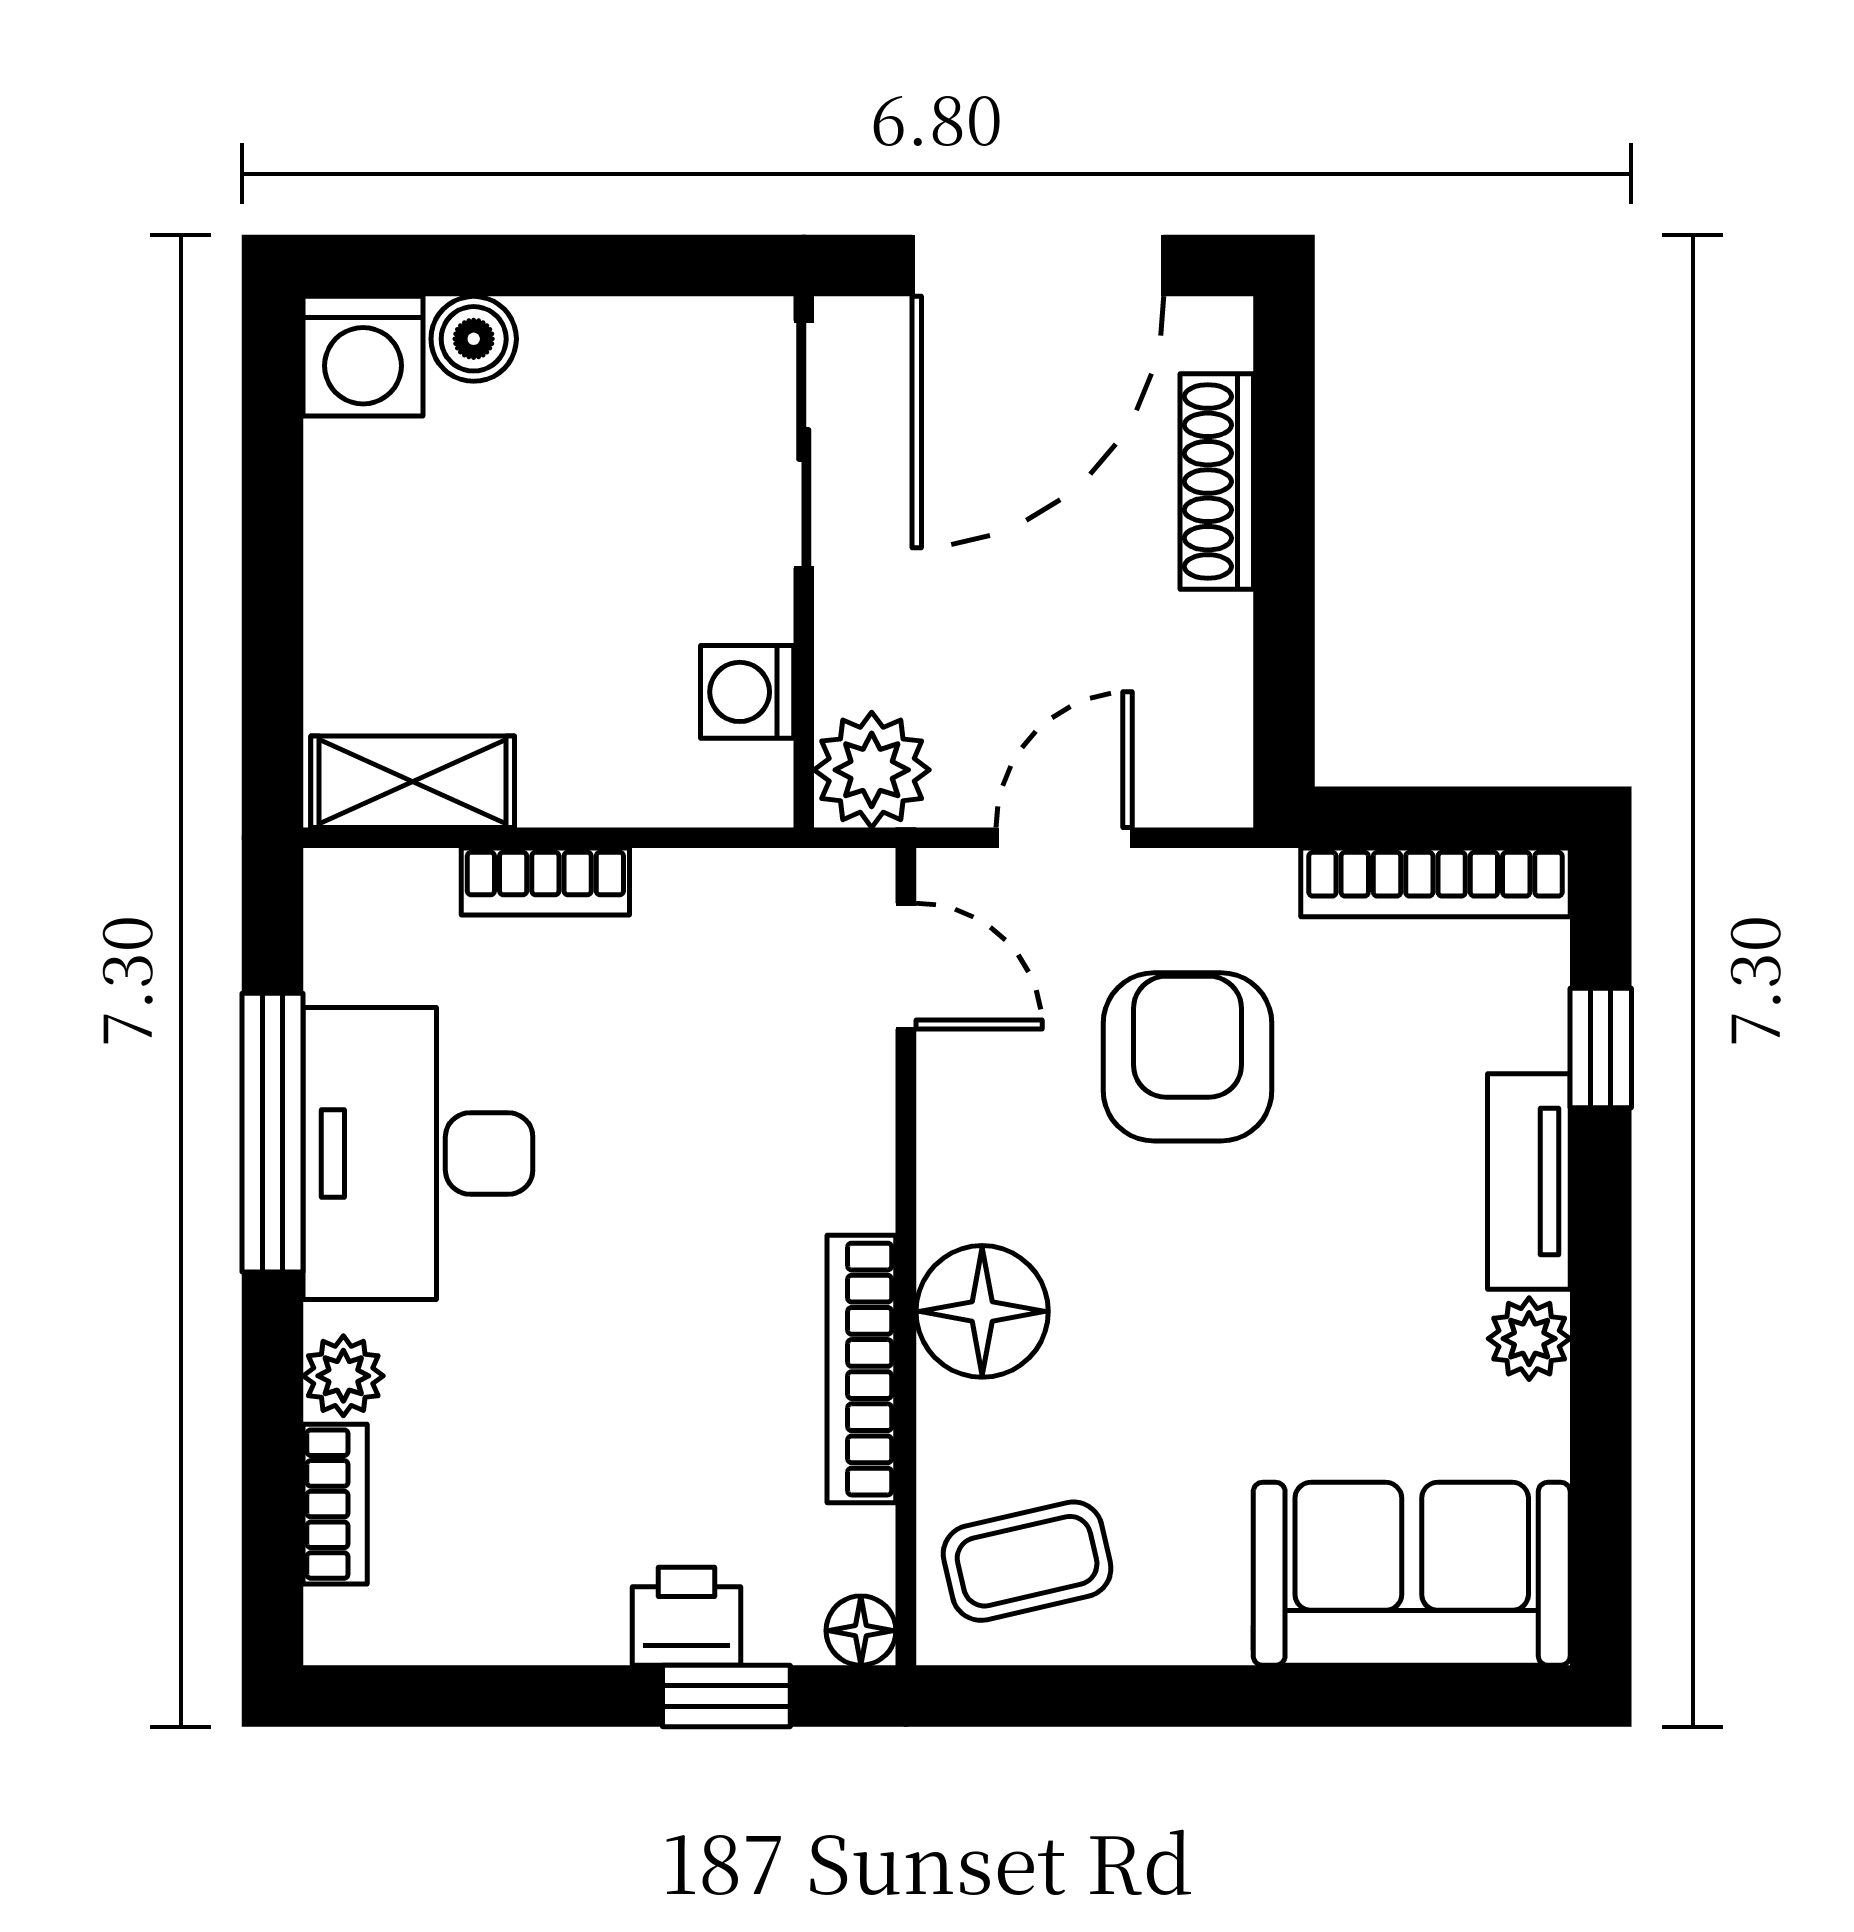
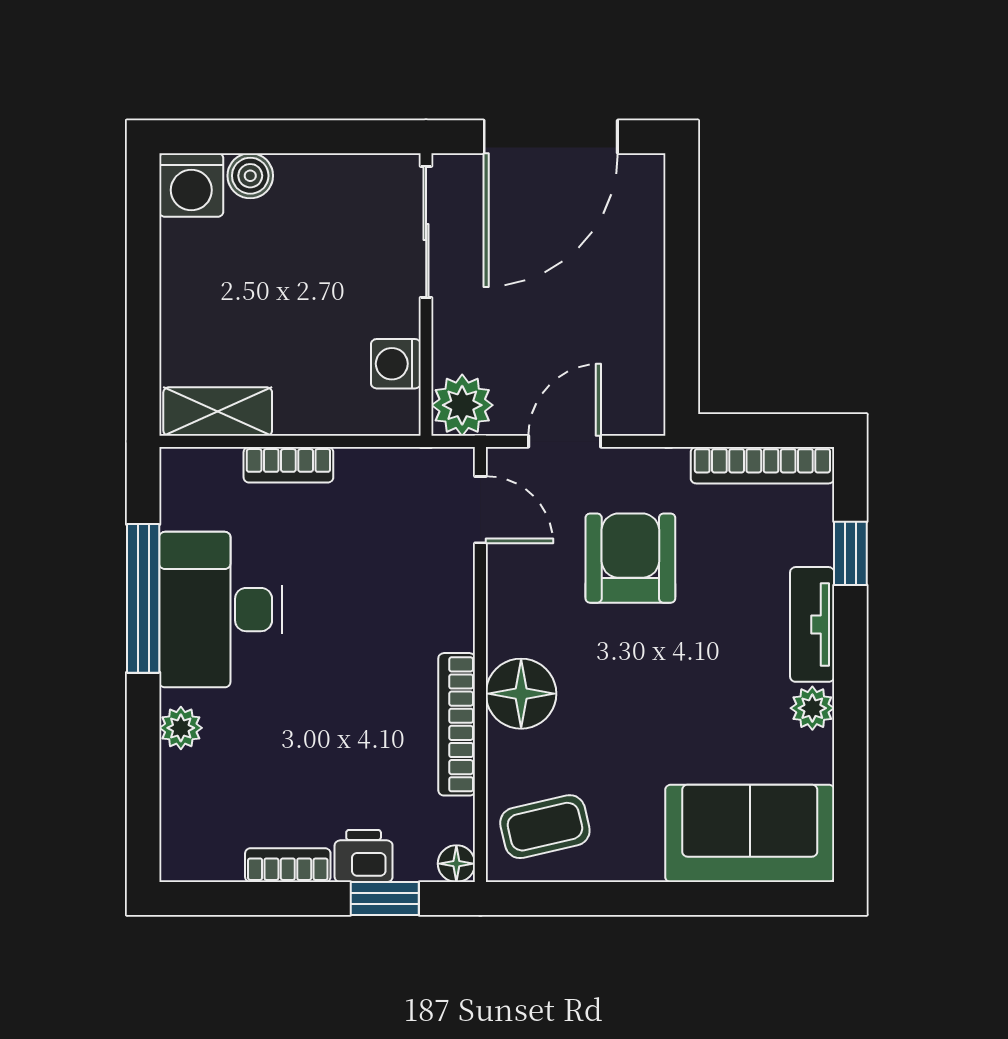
shoe rack: (1217, 482) -> (646, 252), removed
bookcase: (335, 1504) -> (288, 865), moved, turned -90

